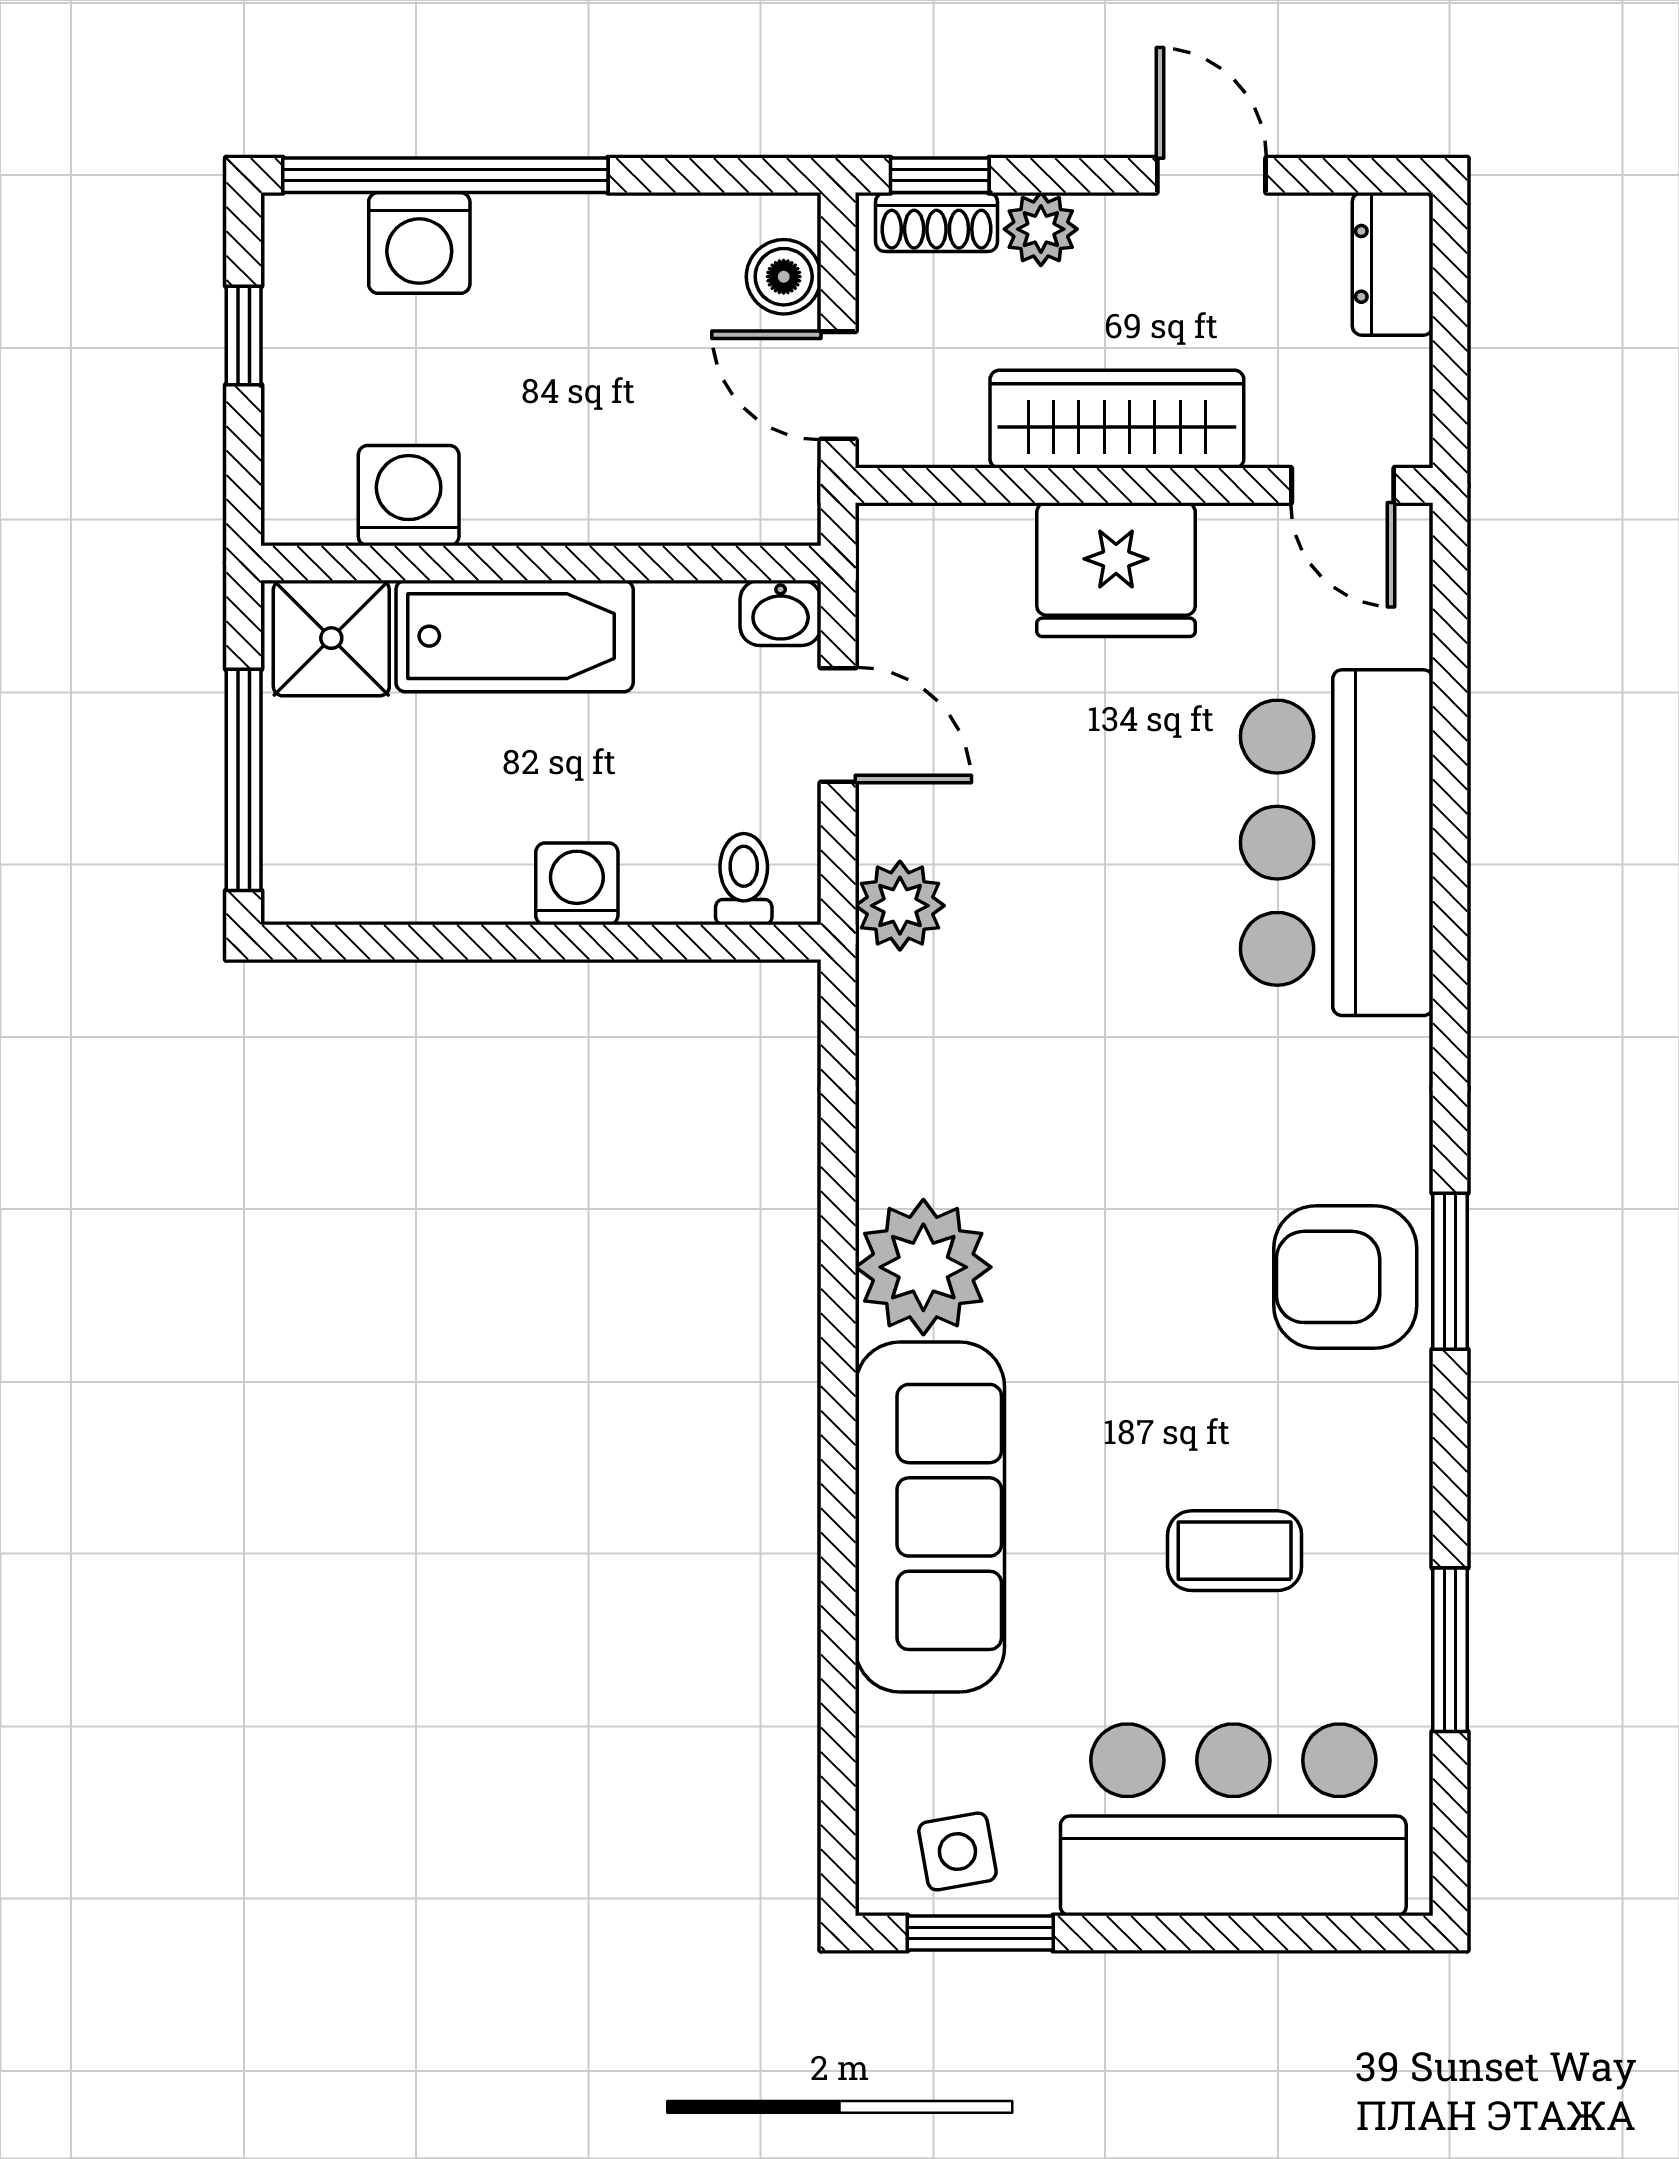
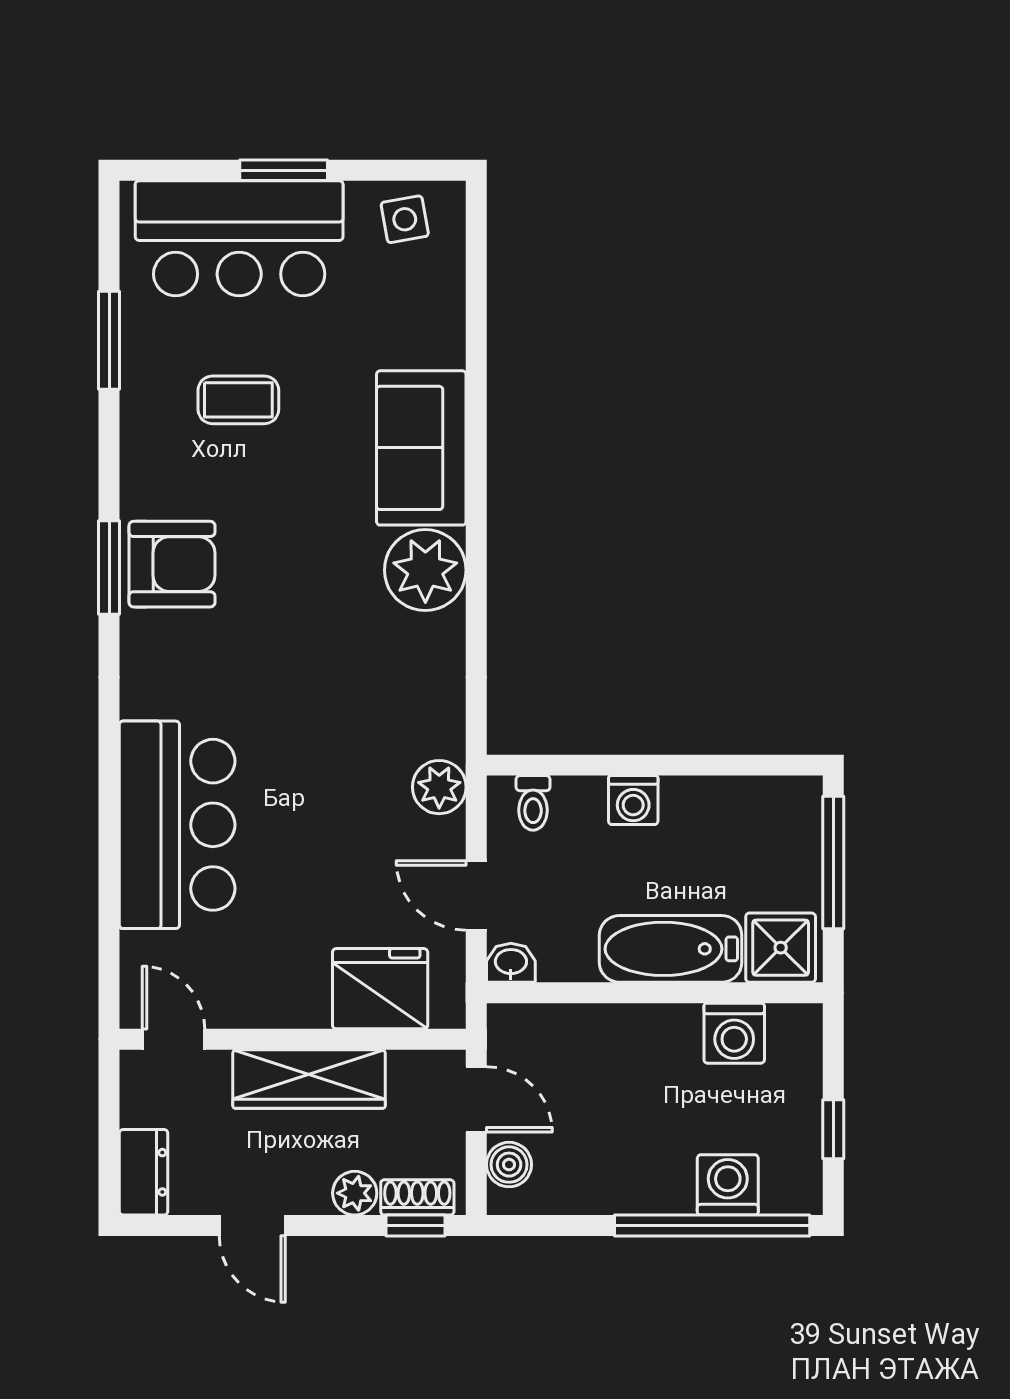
fridge: (1116, 570) -> (380, 989), moved
sofa: (930, 1517) -> (421, 448), width x0.73
window: (980, 1933) -> (284, 170), moved

